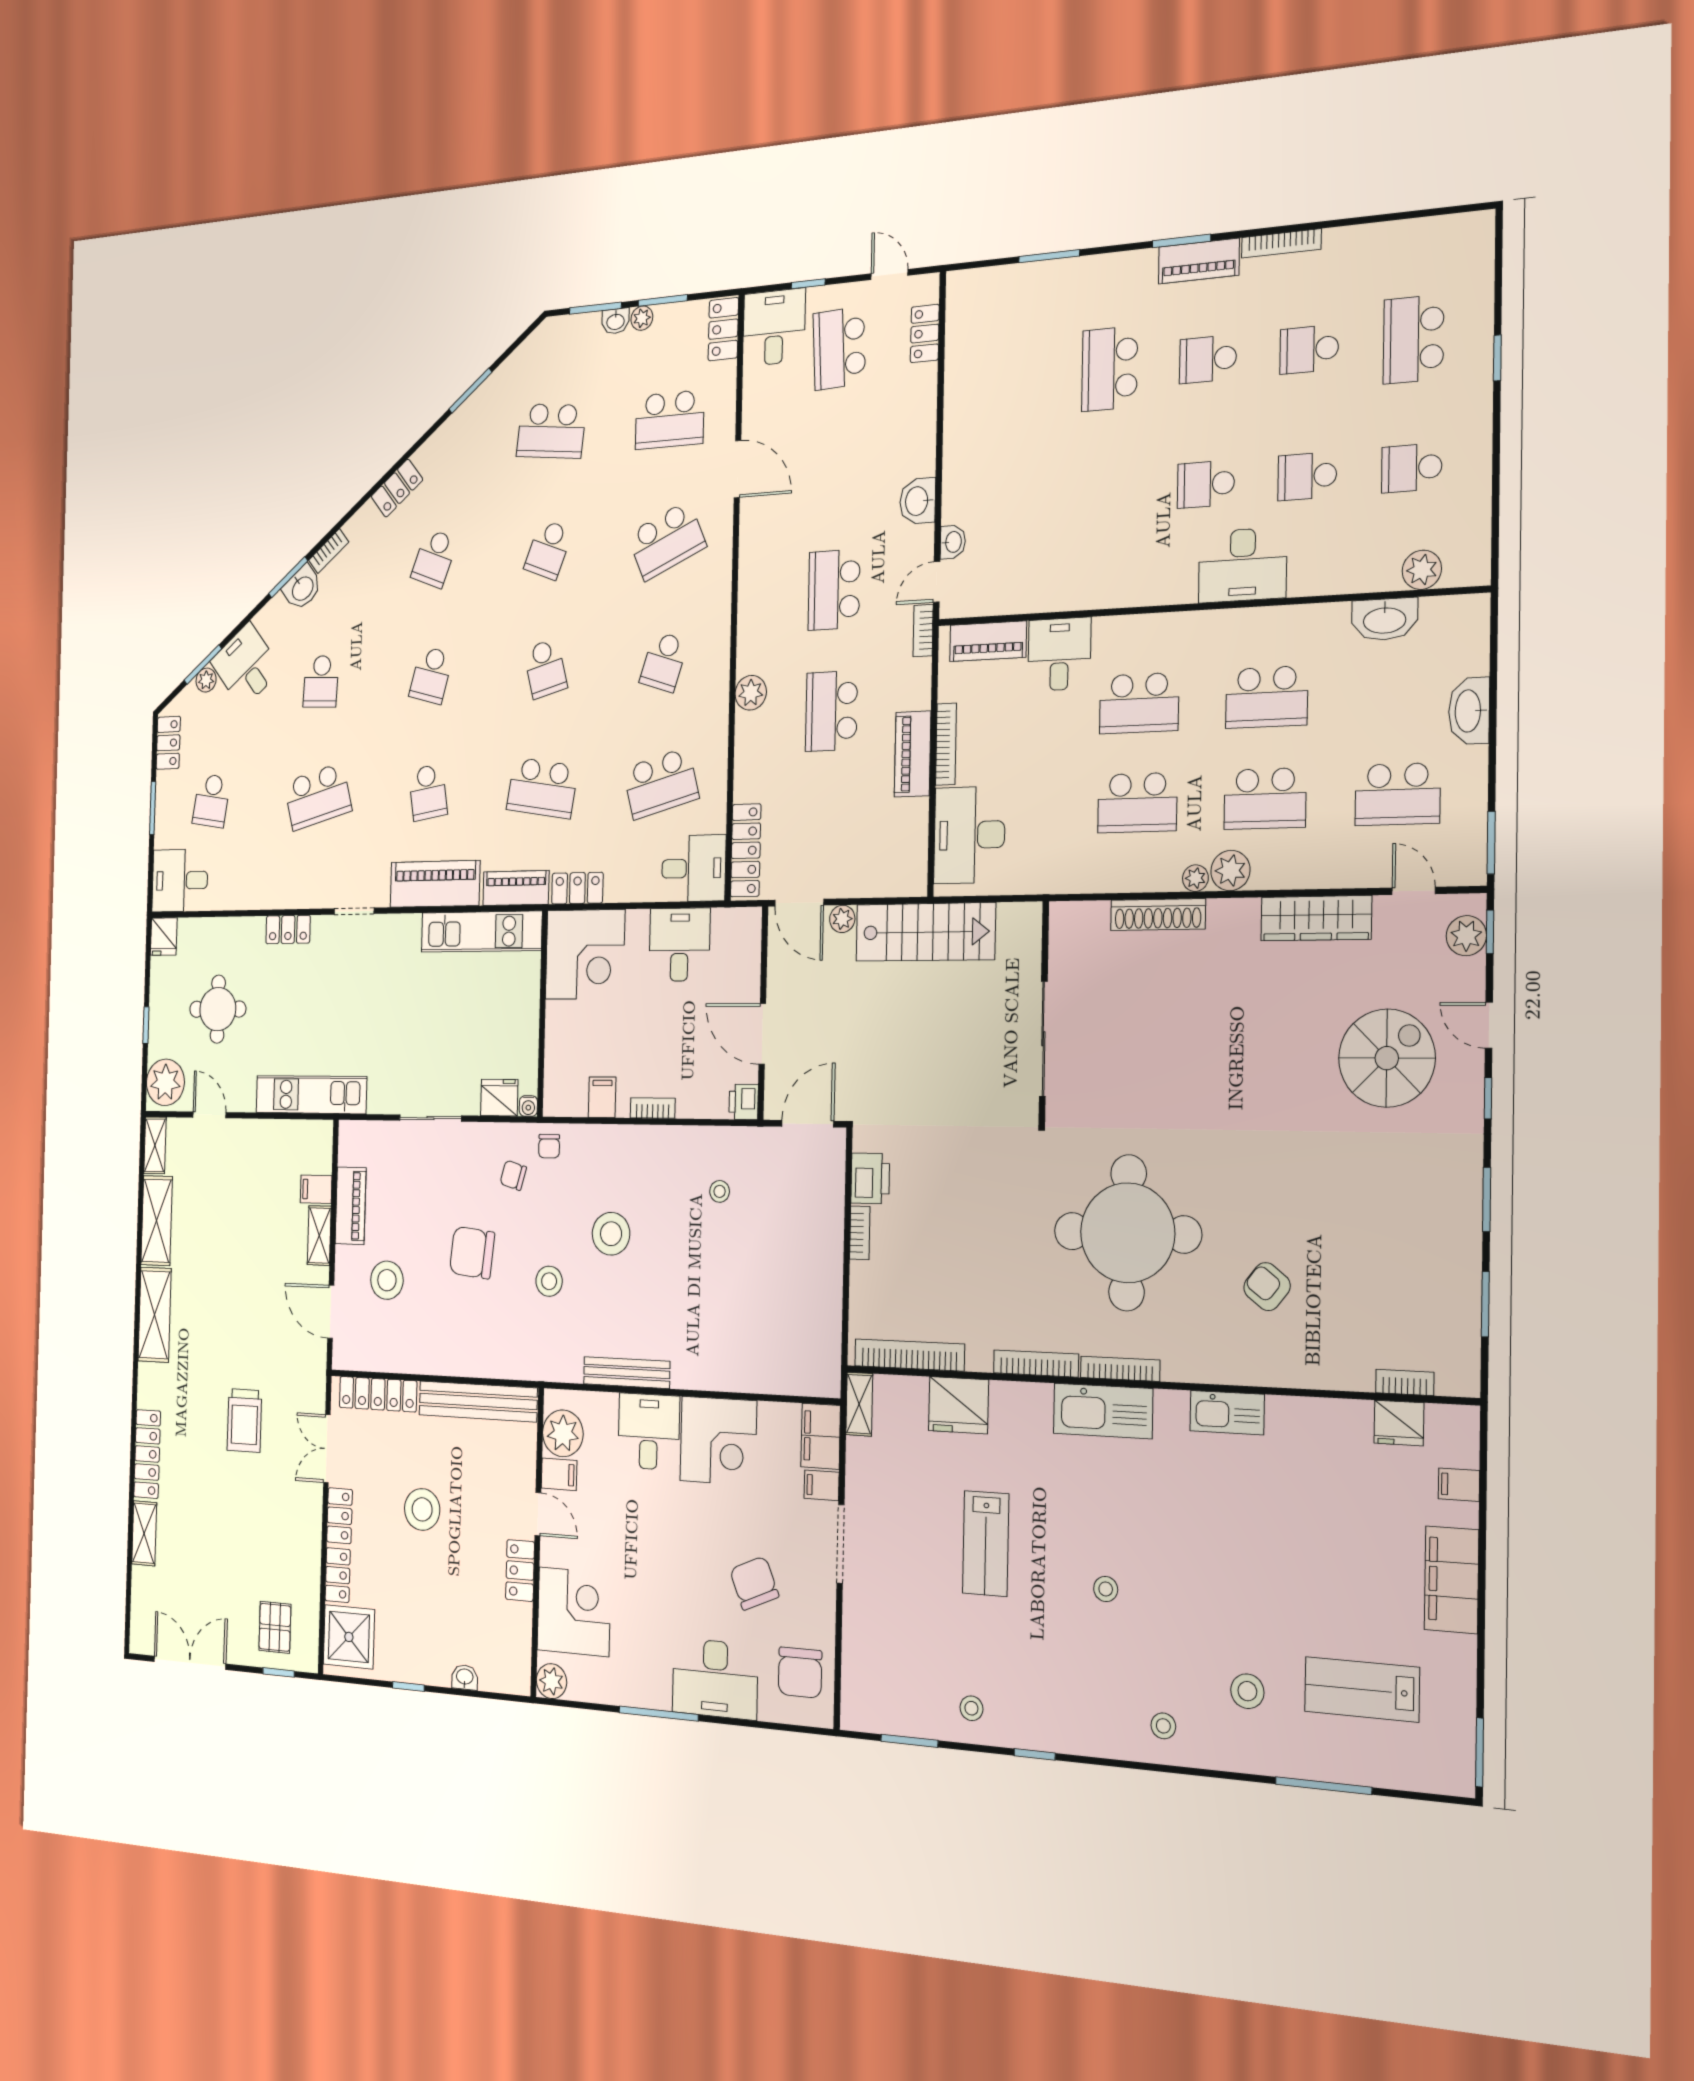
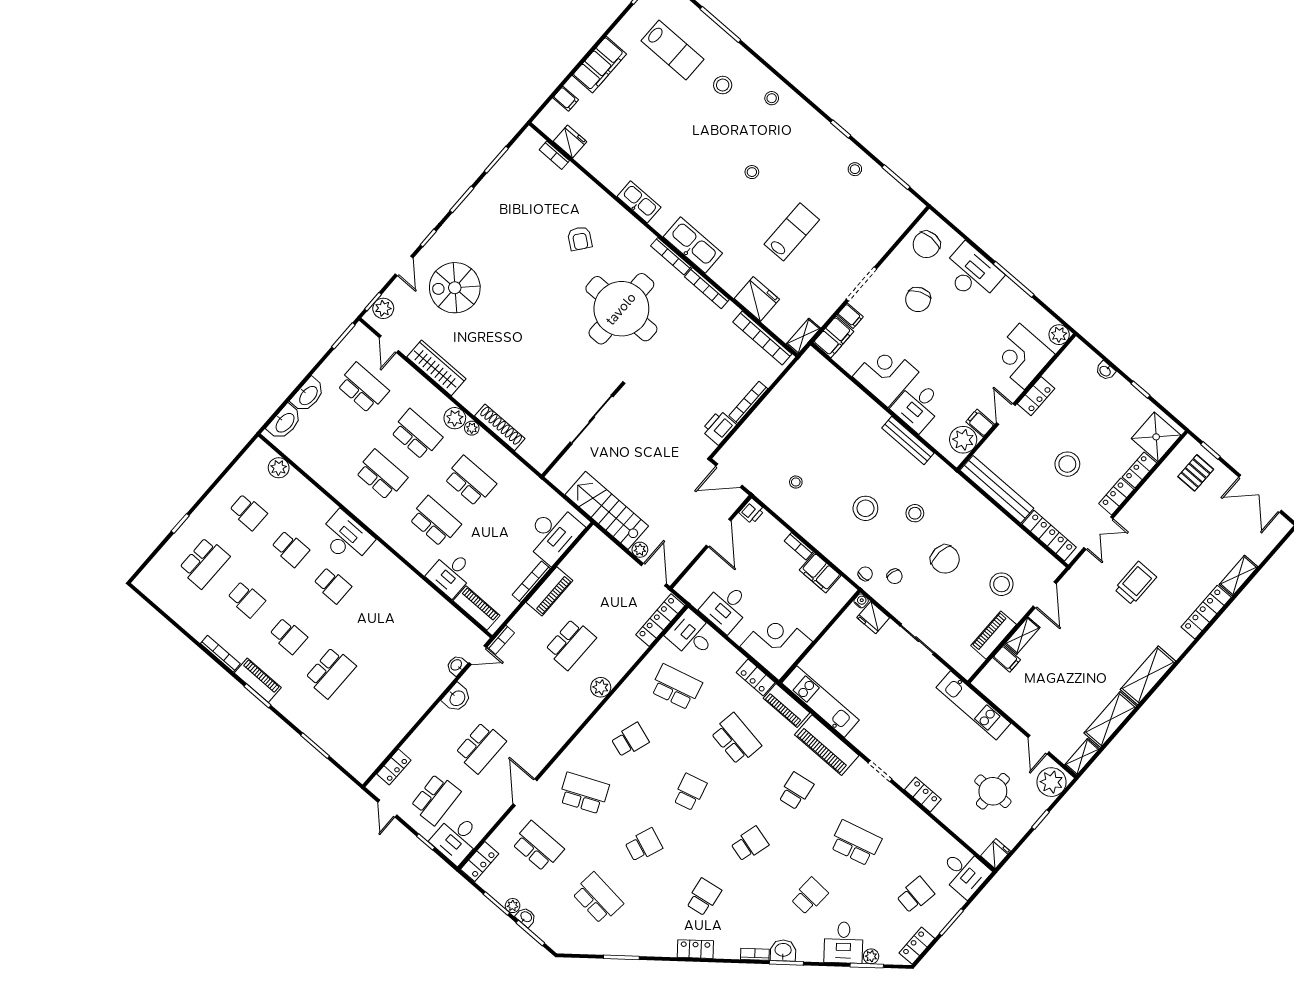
school desk: (434, 558) -> (703, 897), turned -30
school desk: (834, 590) -> (481, 747), moved
washbasin: (1385, 619) -> (285, 422), moved, turned 90
filing cabinet: (602, 1097) -> (820, 573), width x2.00
bookcase: (860, 1233) -> (748, 402), width x1.56
chair: (800, 1673) -> (926, 245), turned 180

